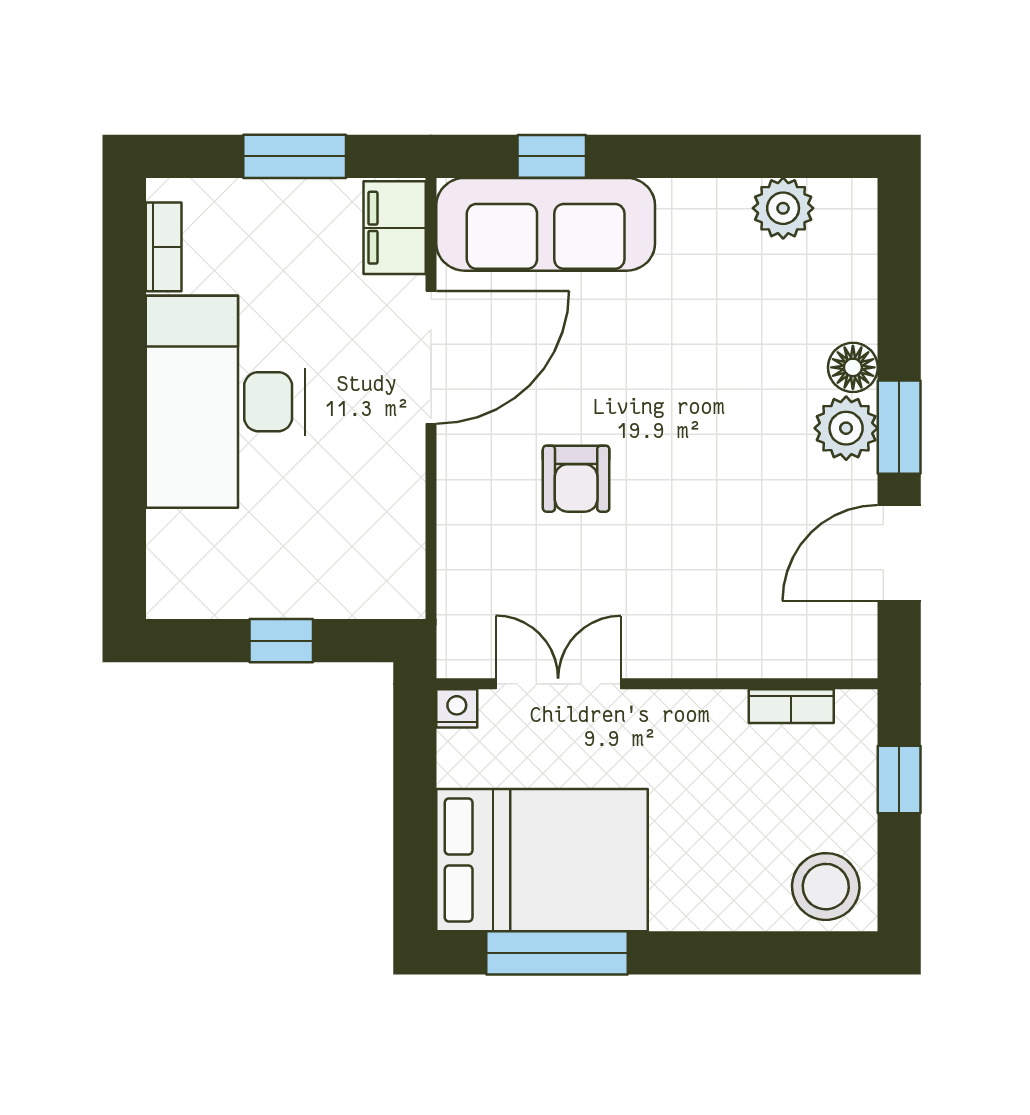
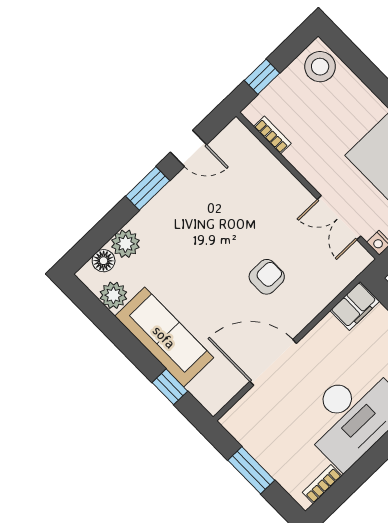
sofa: (546, 224) -> (164, 337), moved
filing cabinet: (395, 228) -> (355, 306), moved
floor lamp: (853, 367) -> (104, 261), moved
plant: (846, 428) -> (125, 244), moved
door: (899, 553) -> (188, 148), width x0.73

